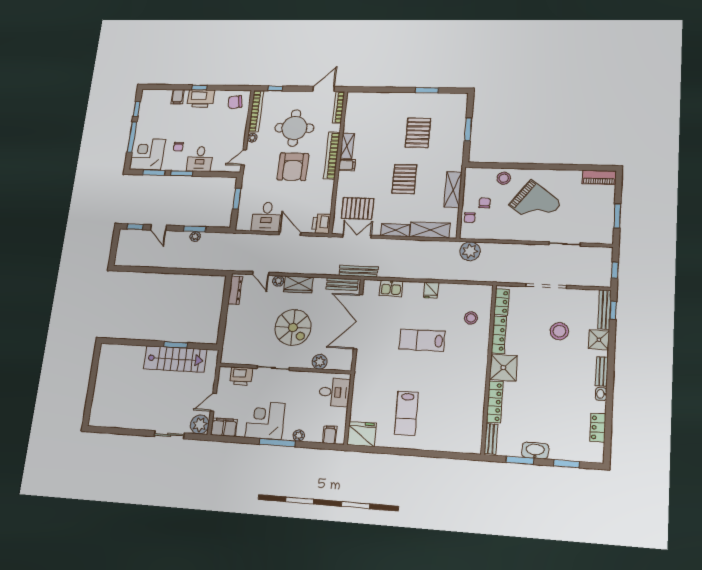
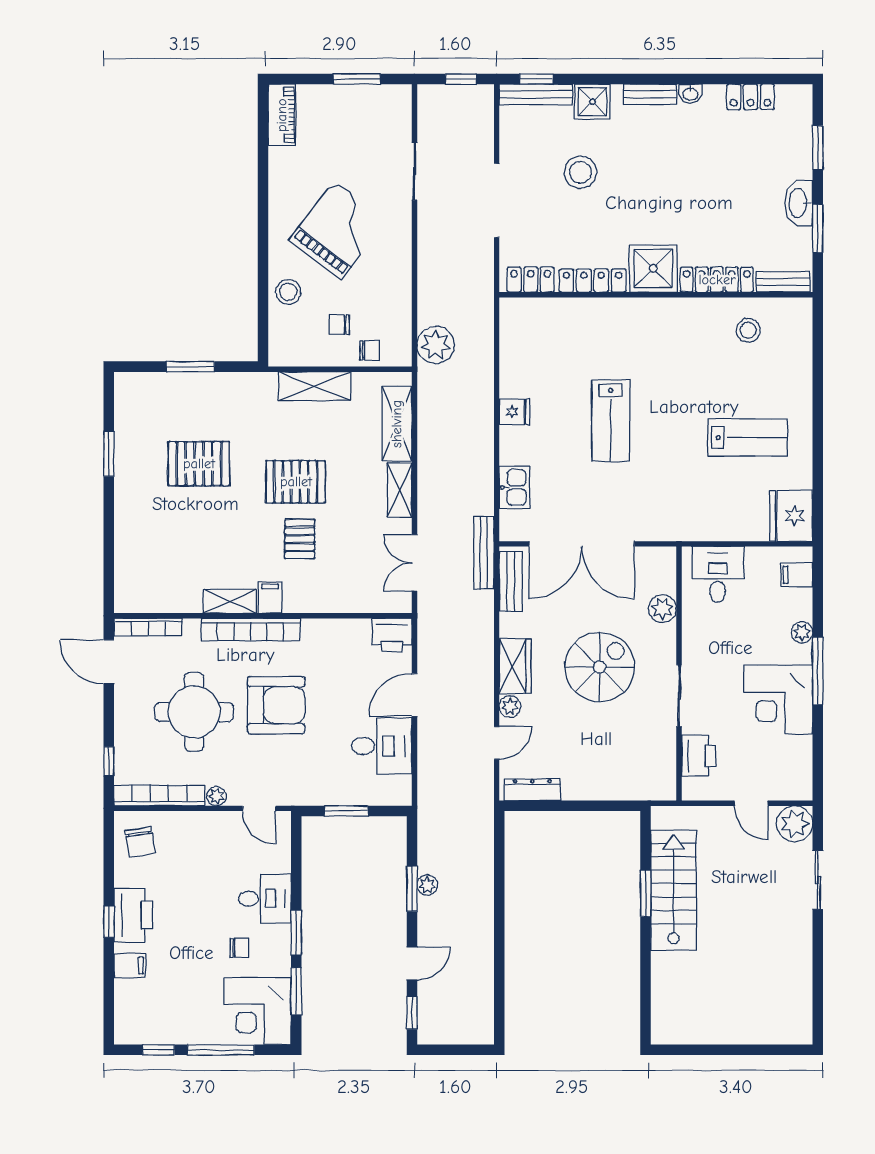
pallet: (358, 208) -> (300, 539), moved, width x0.67, depth x0.71
stool: (471, 318) -> (748, 330), moved
filing cabinet: (224, 427) -> (796, 776), removed

